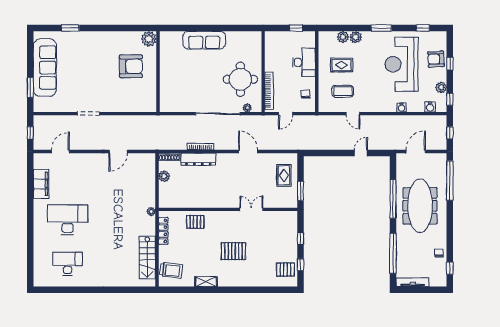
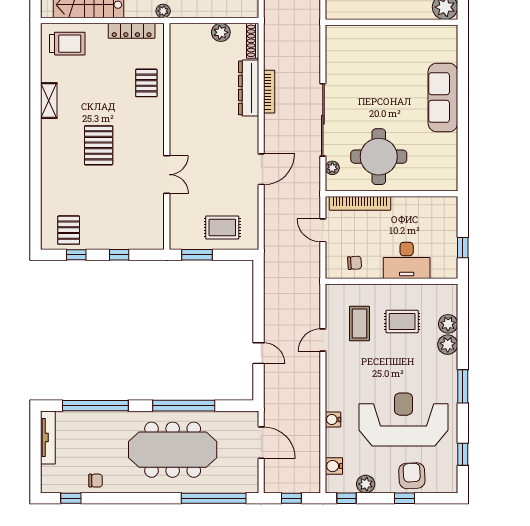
rug: (341, 65) -> (402, 322), turned 90
trolley: (171, 270) -> (67, 44), turned -97

